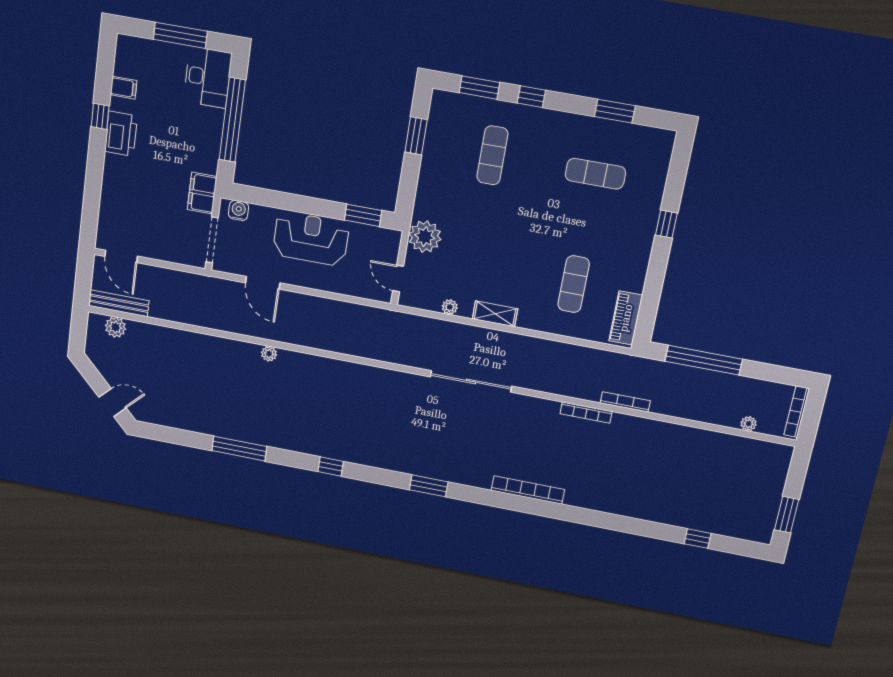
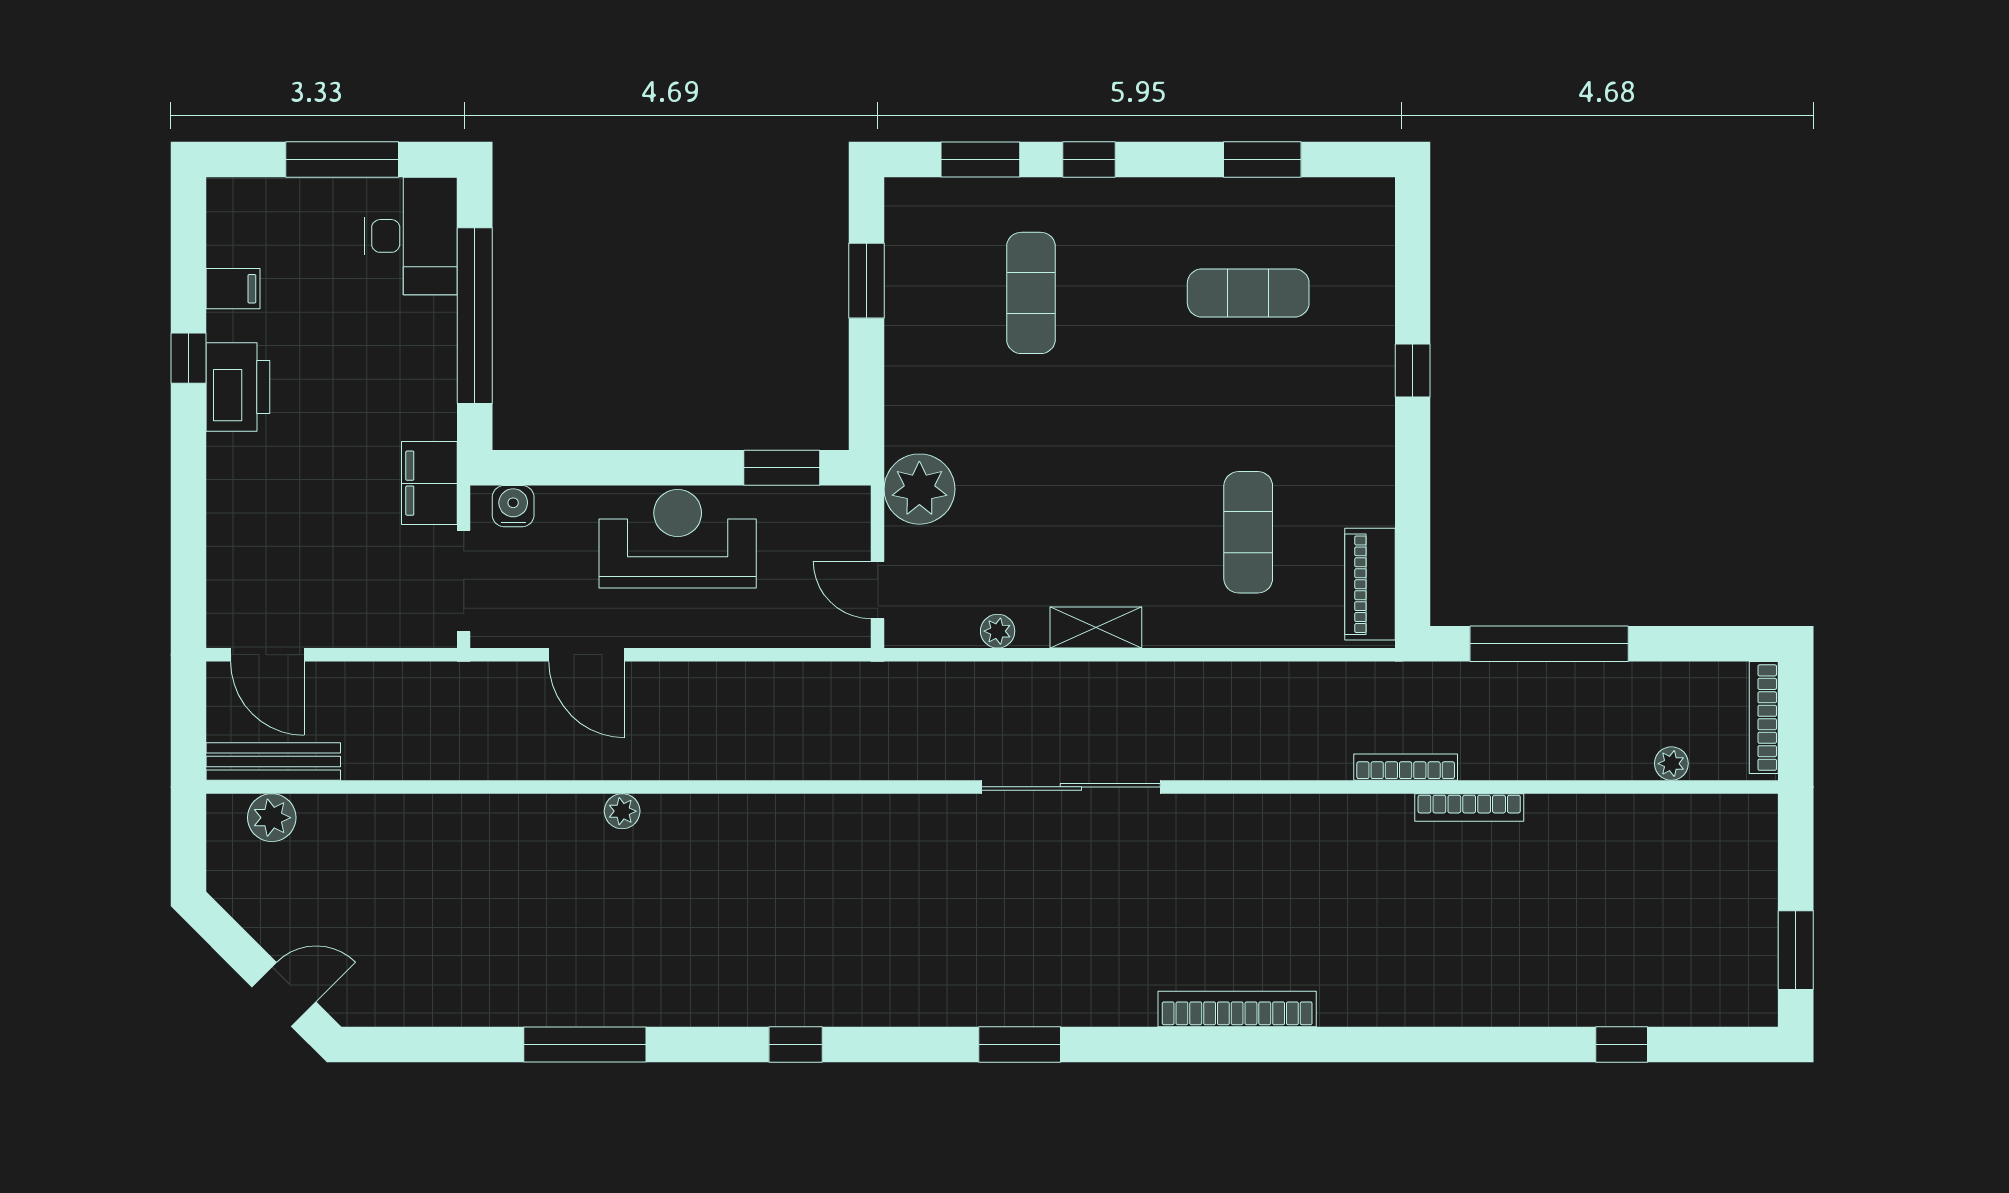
bookcase: (586, 413) -> (1469, 807), moved

